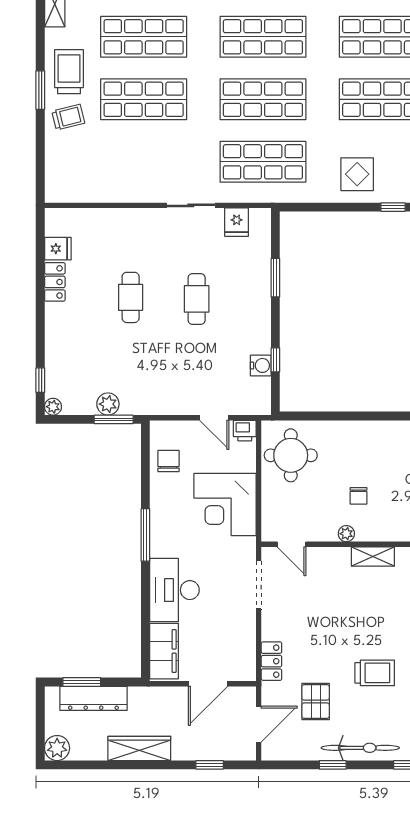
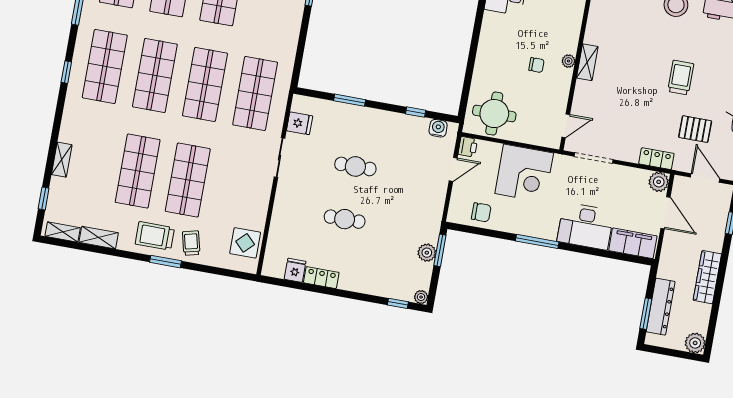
display table: (357, 174) -> (245, 243), moved
water cooler: (261, 365) -> (438, 128), moved
chair: (168, 461) -> (481, 212), turned 180
plant: (346, 534) -> (569, 61), moved
plant: (244, 669) -> (659, 182), added

